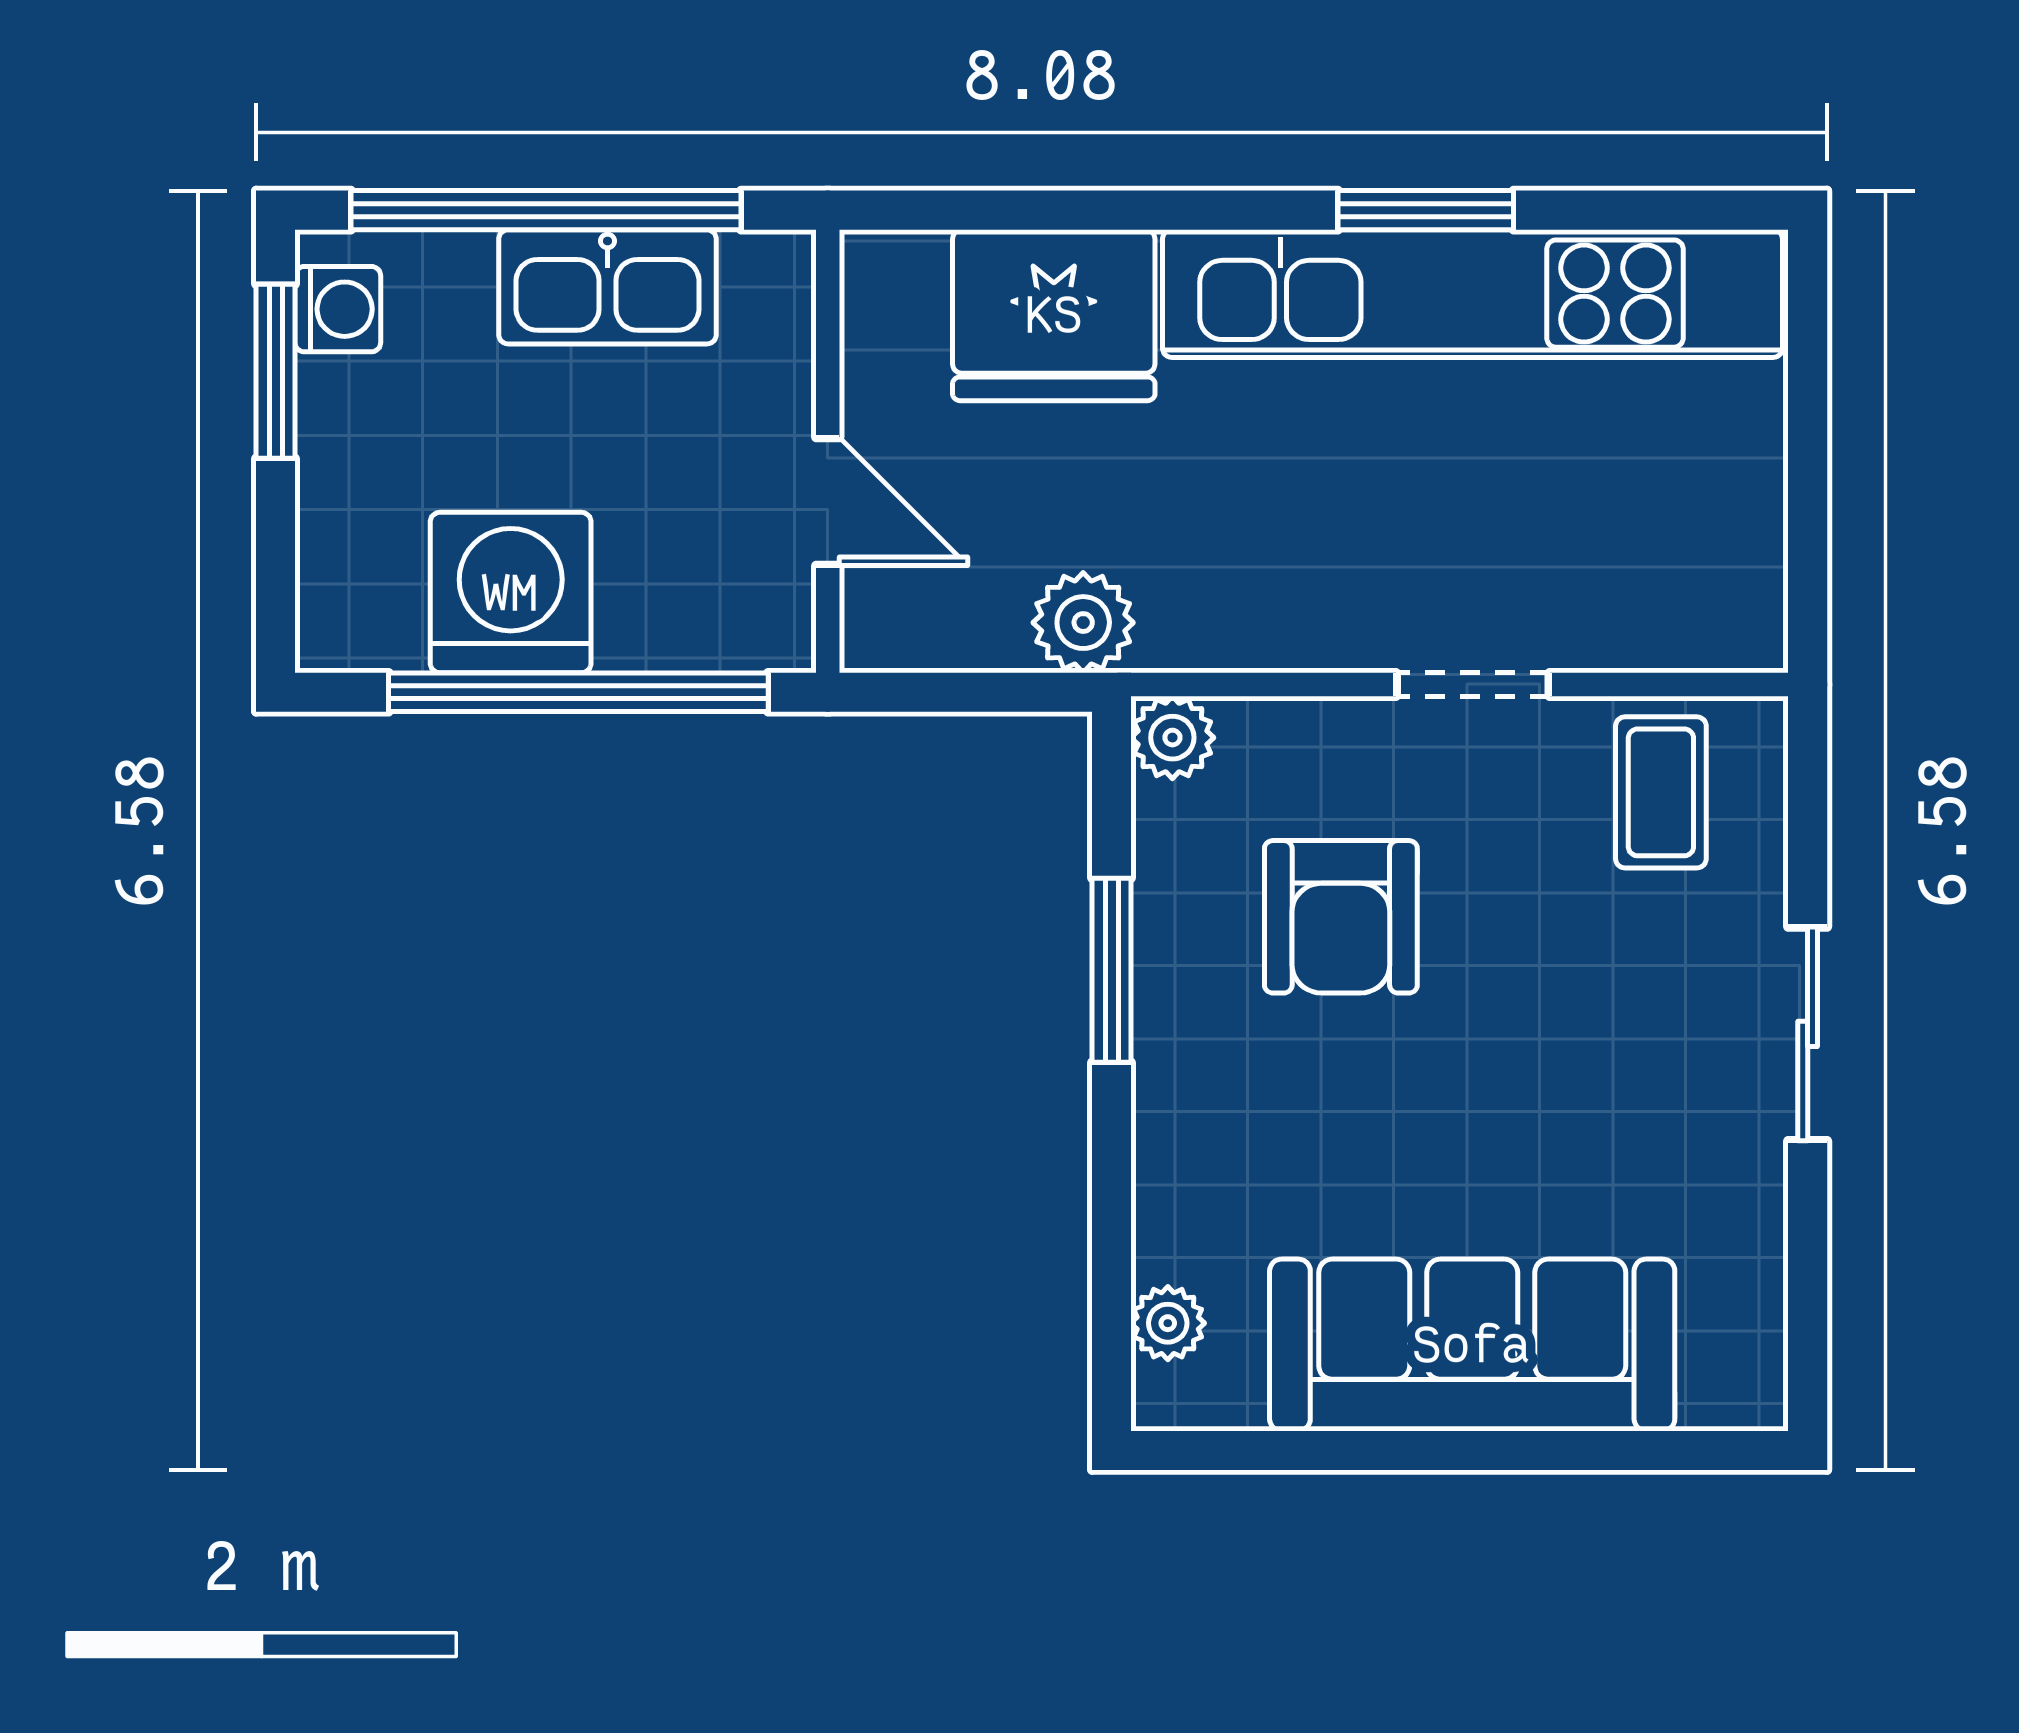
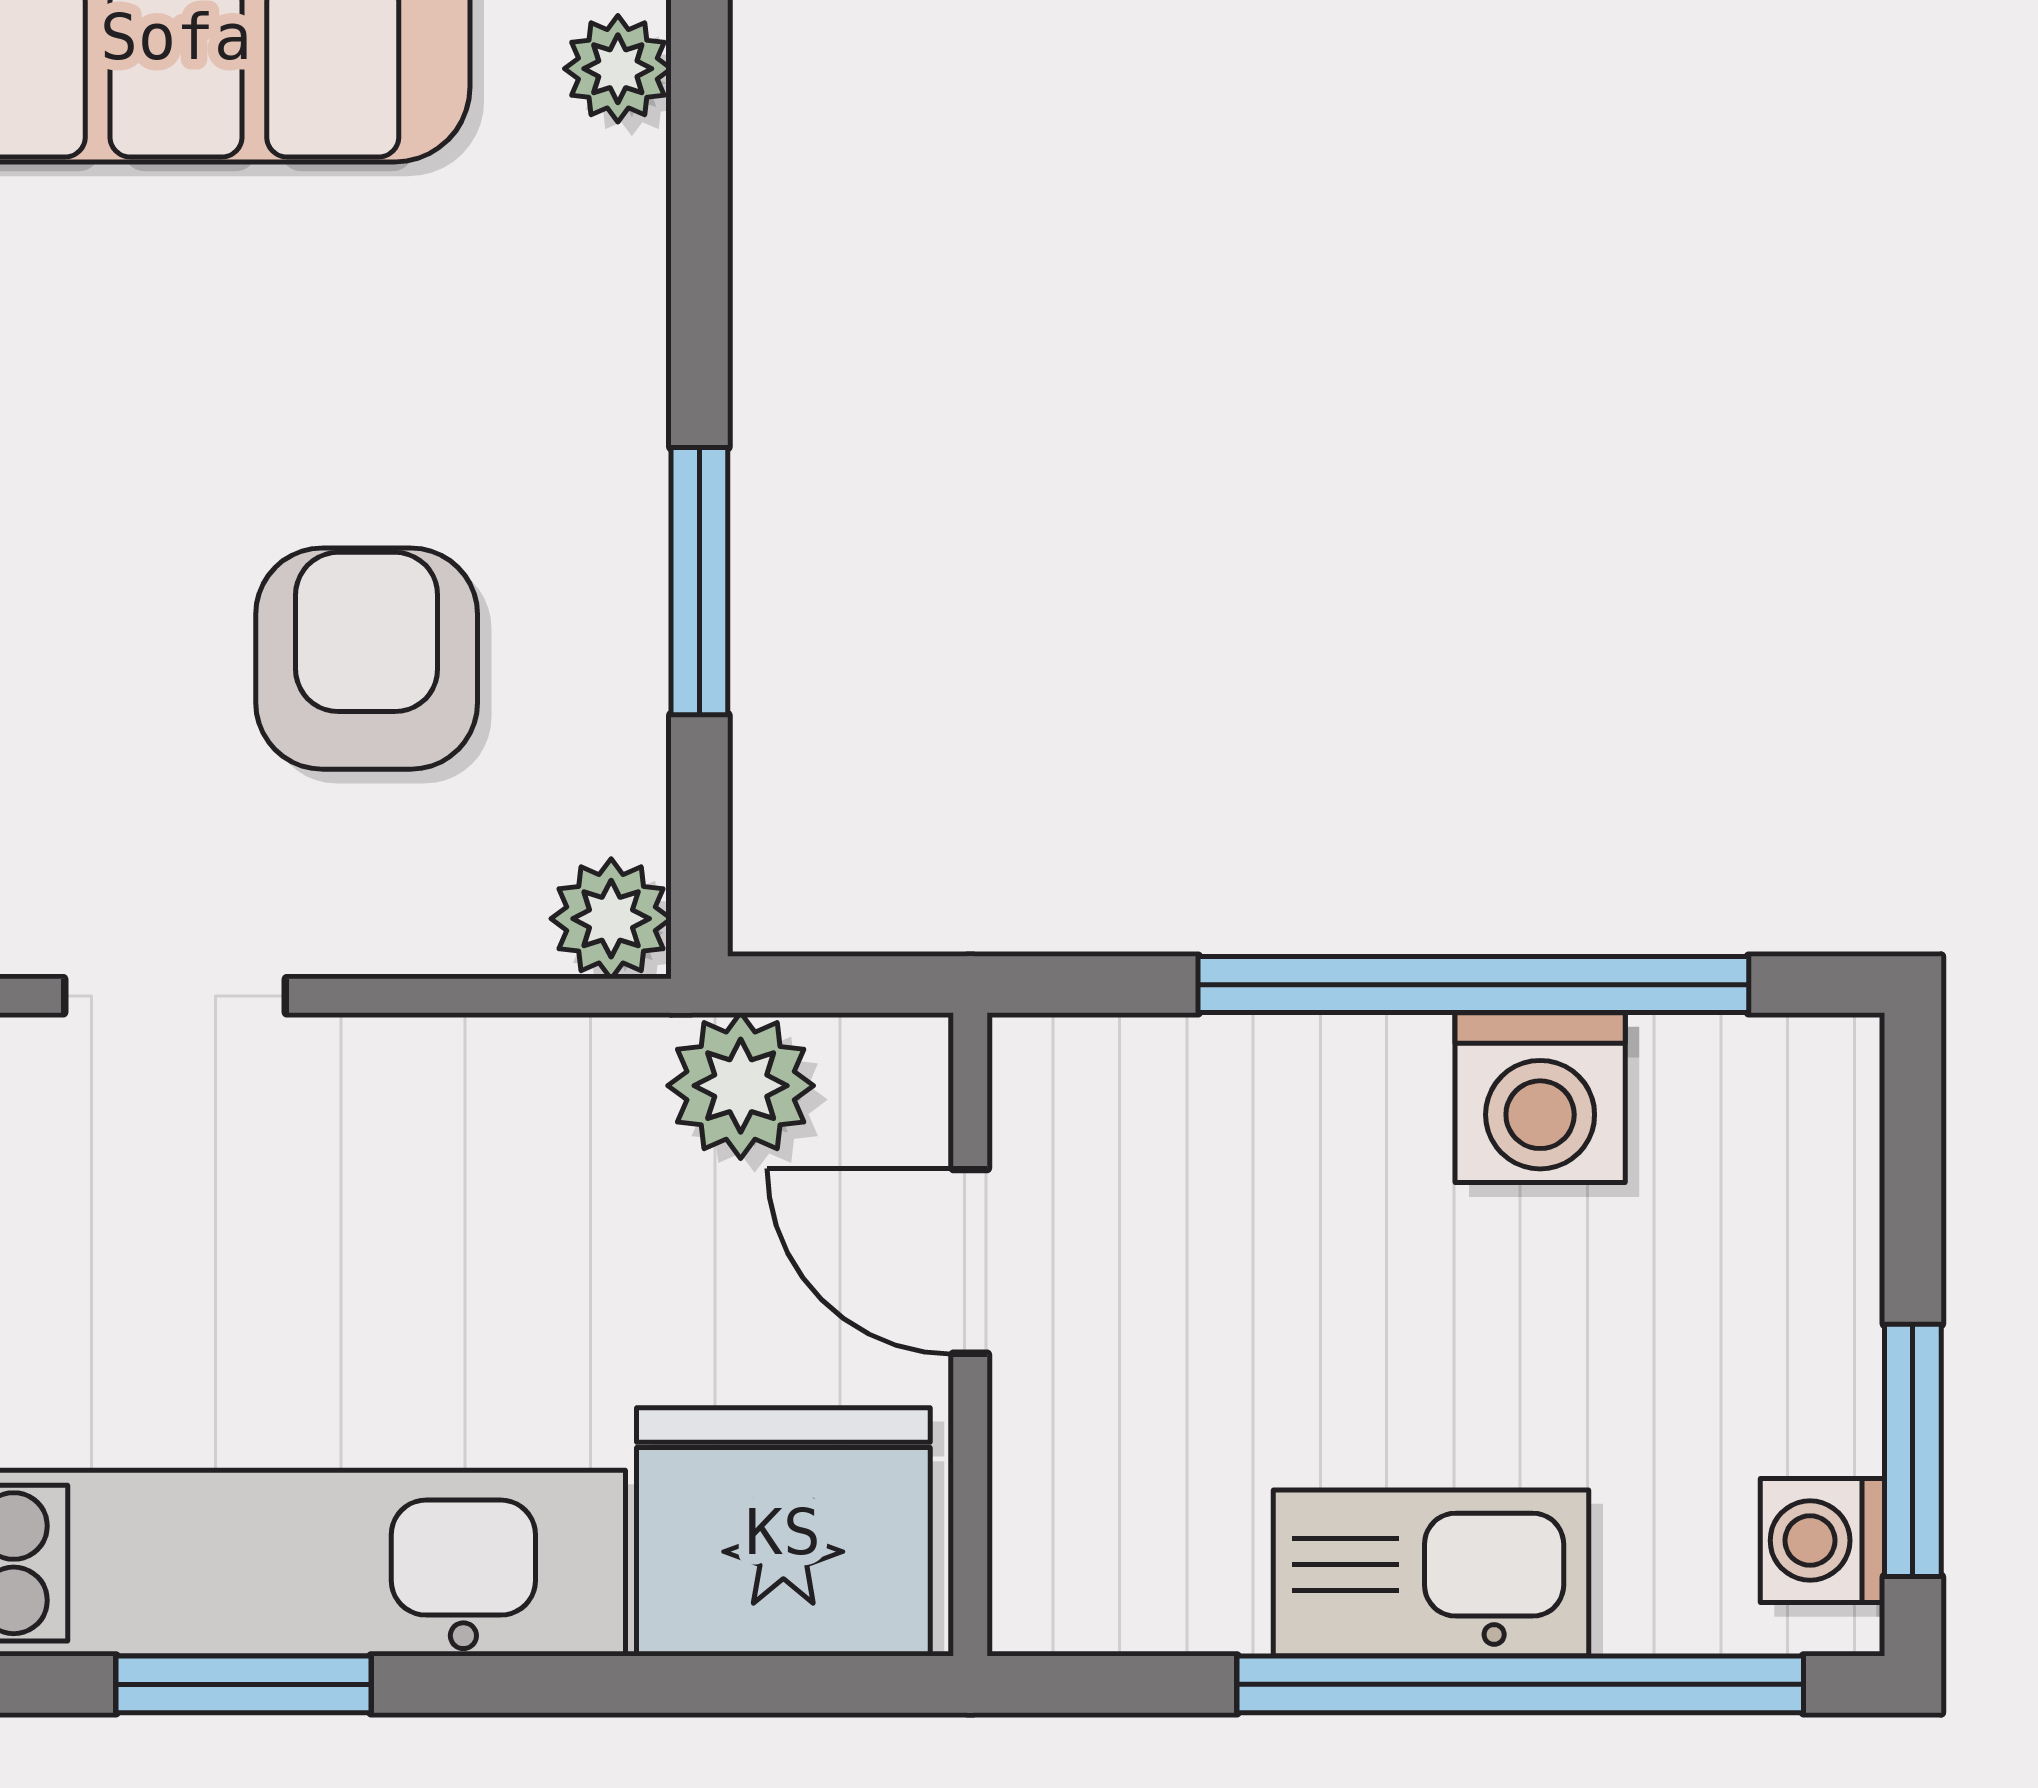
wall: (828, 451) -> (970, 1334), moved
door: (828, 501) -> (970, 1261), moved
washing machine: (511, 593) -> (1540, 1098), width x0.73, depth x0.73

